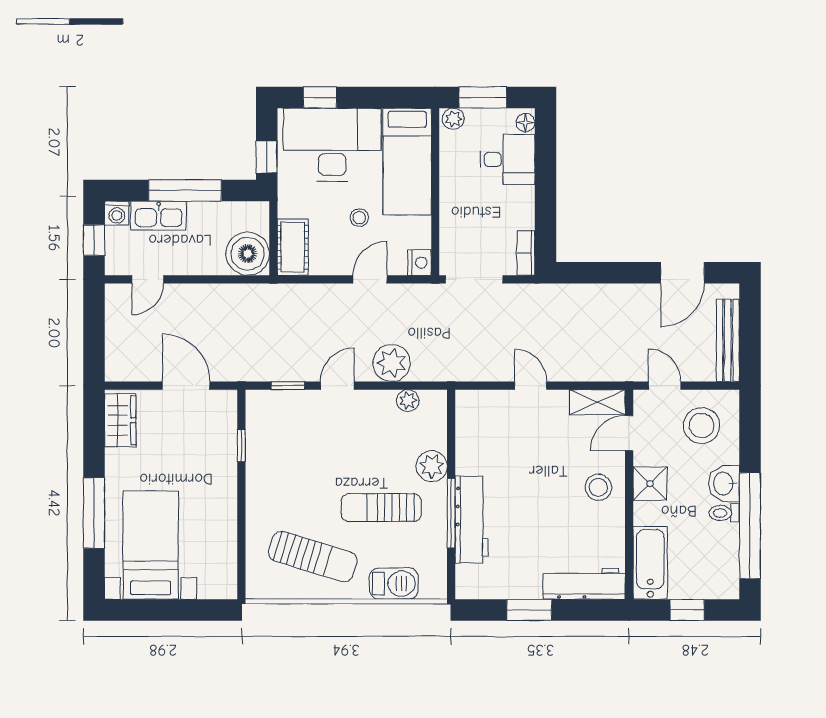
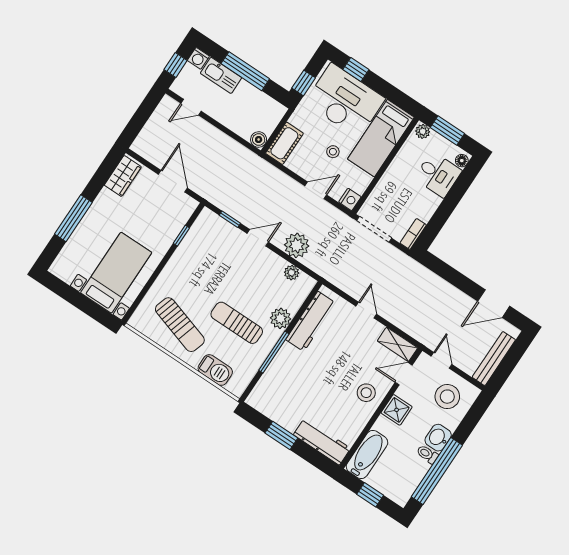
boiler: (248, 254) -> (259, 140), width x0.54, depth x0.54
workbench: (472, 520) -> (311, 321), moved
bed with nightstands: (151, 545) -> (116, 273), moved

